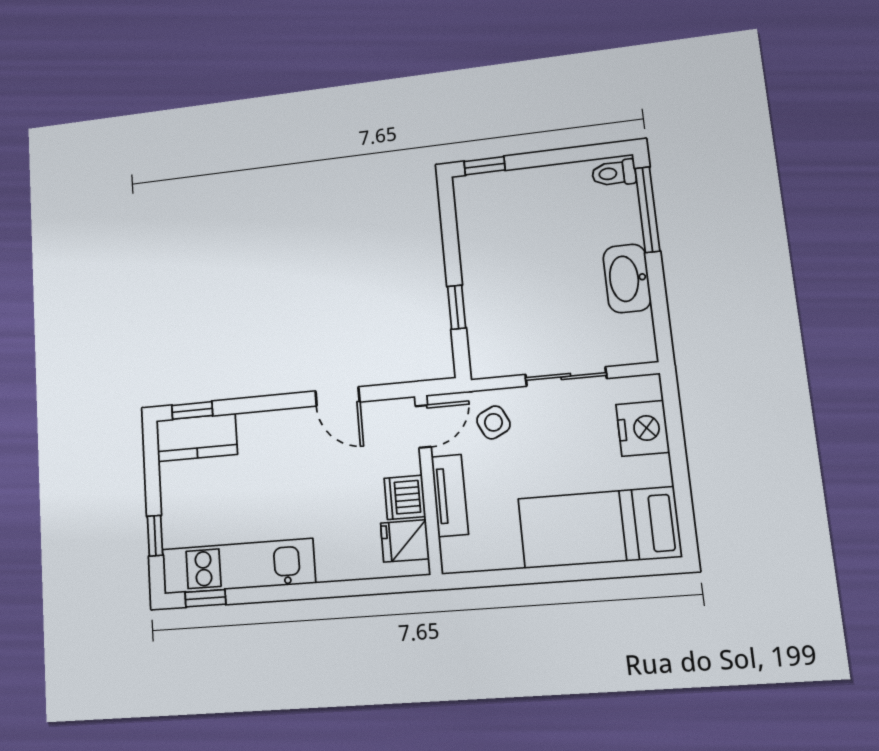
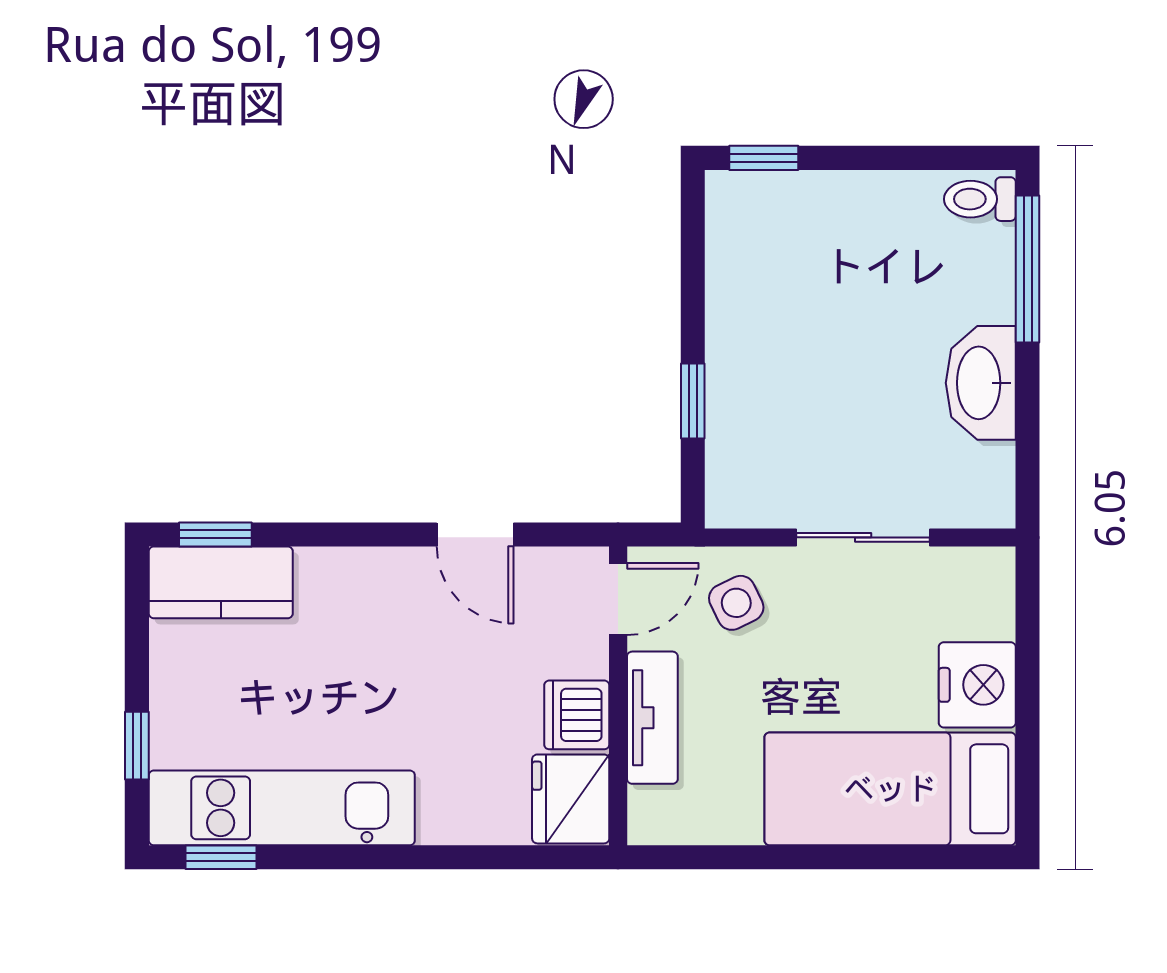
nightstand: (643, 428) -> (977, 685), moved
fridge: (405, 541) -> (571, 799), width x1.38

